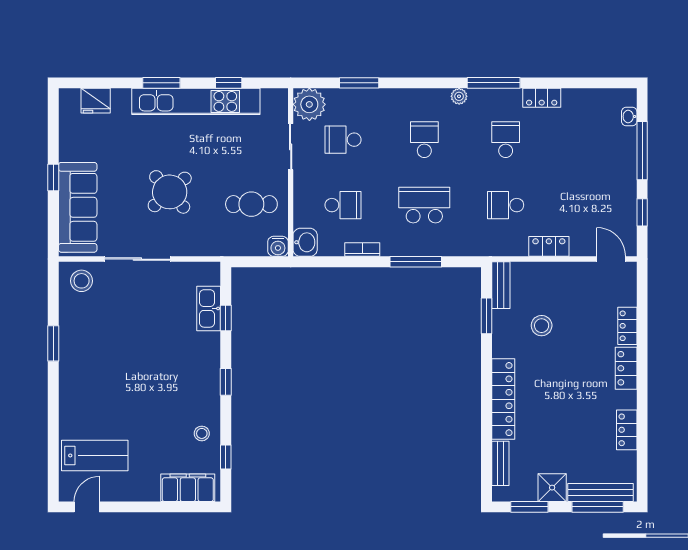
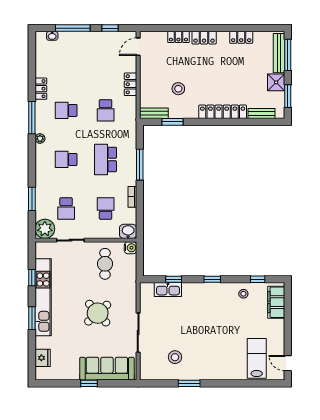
stool: (82, 281) -> (175, 357), moved

